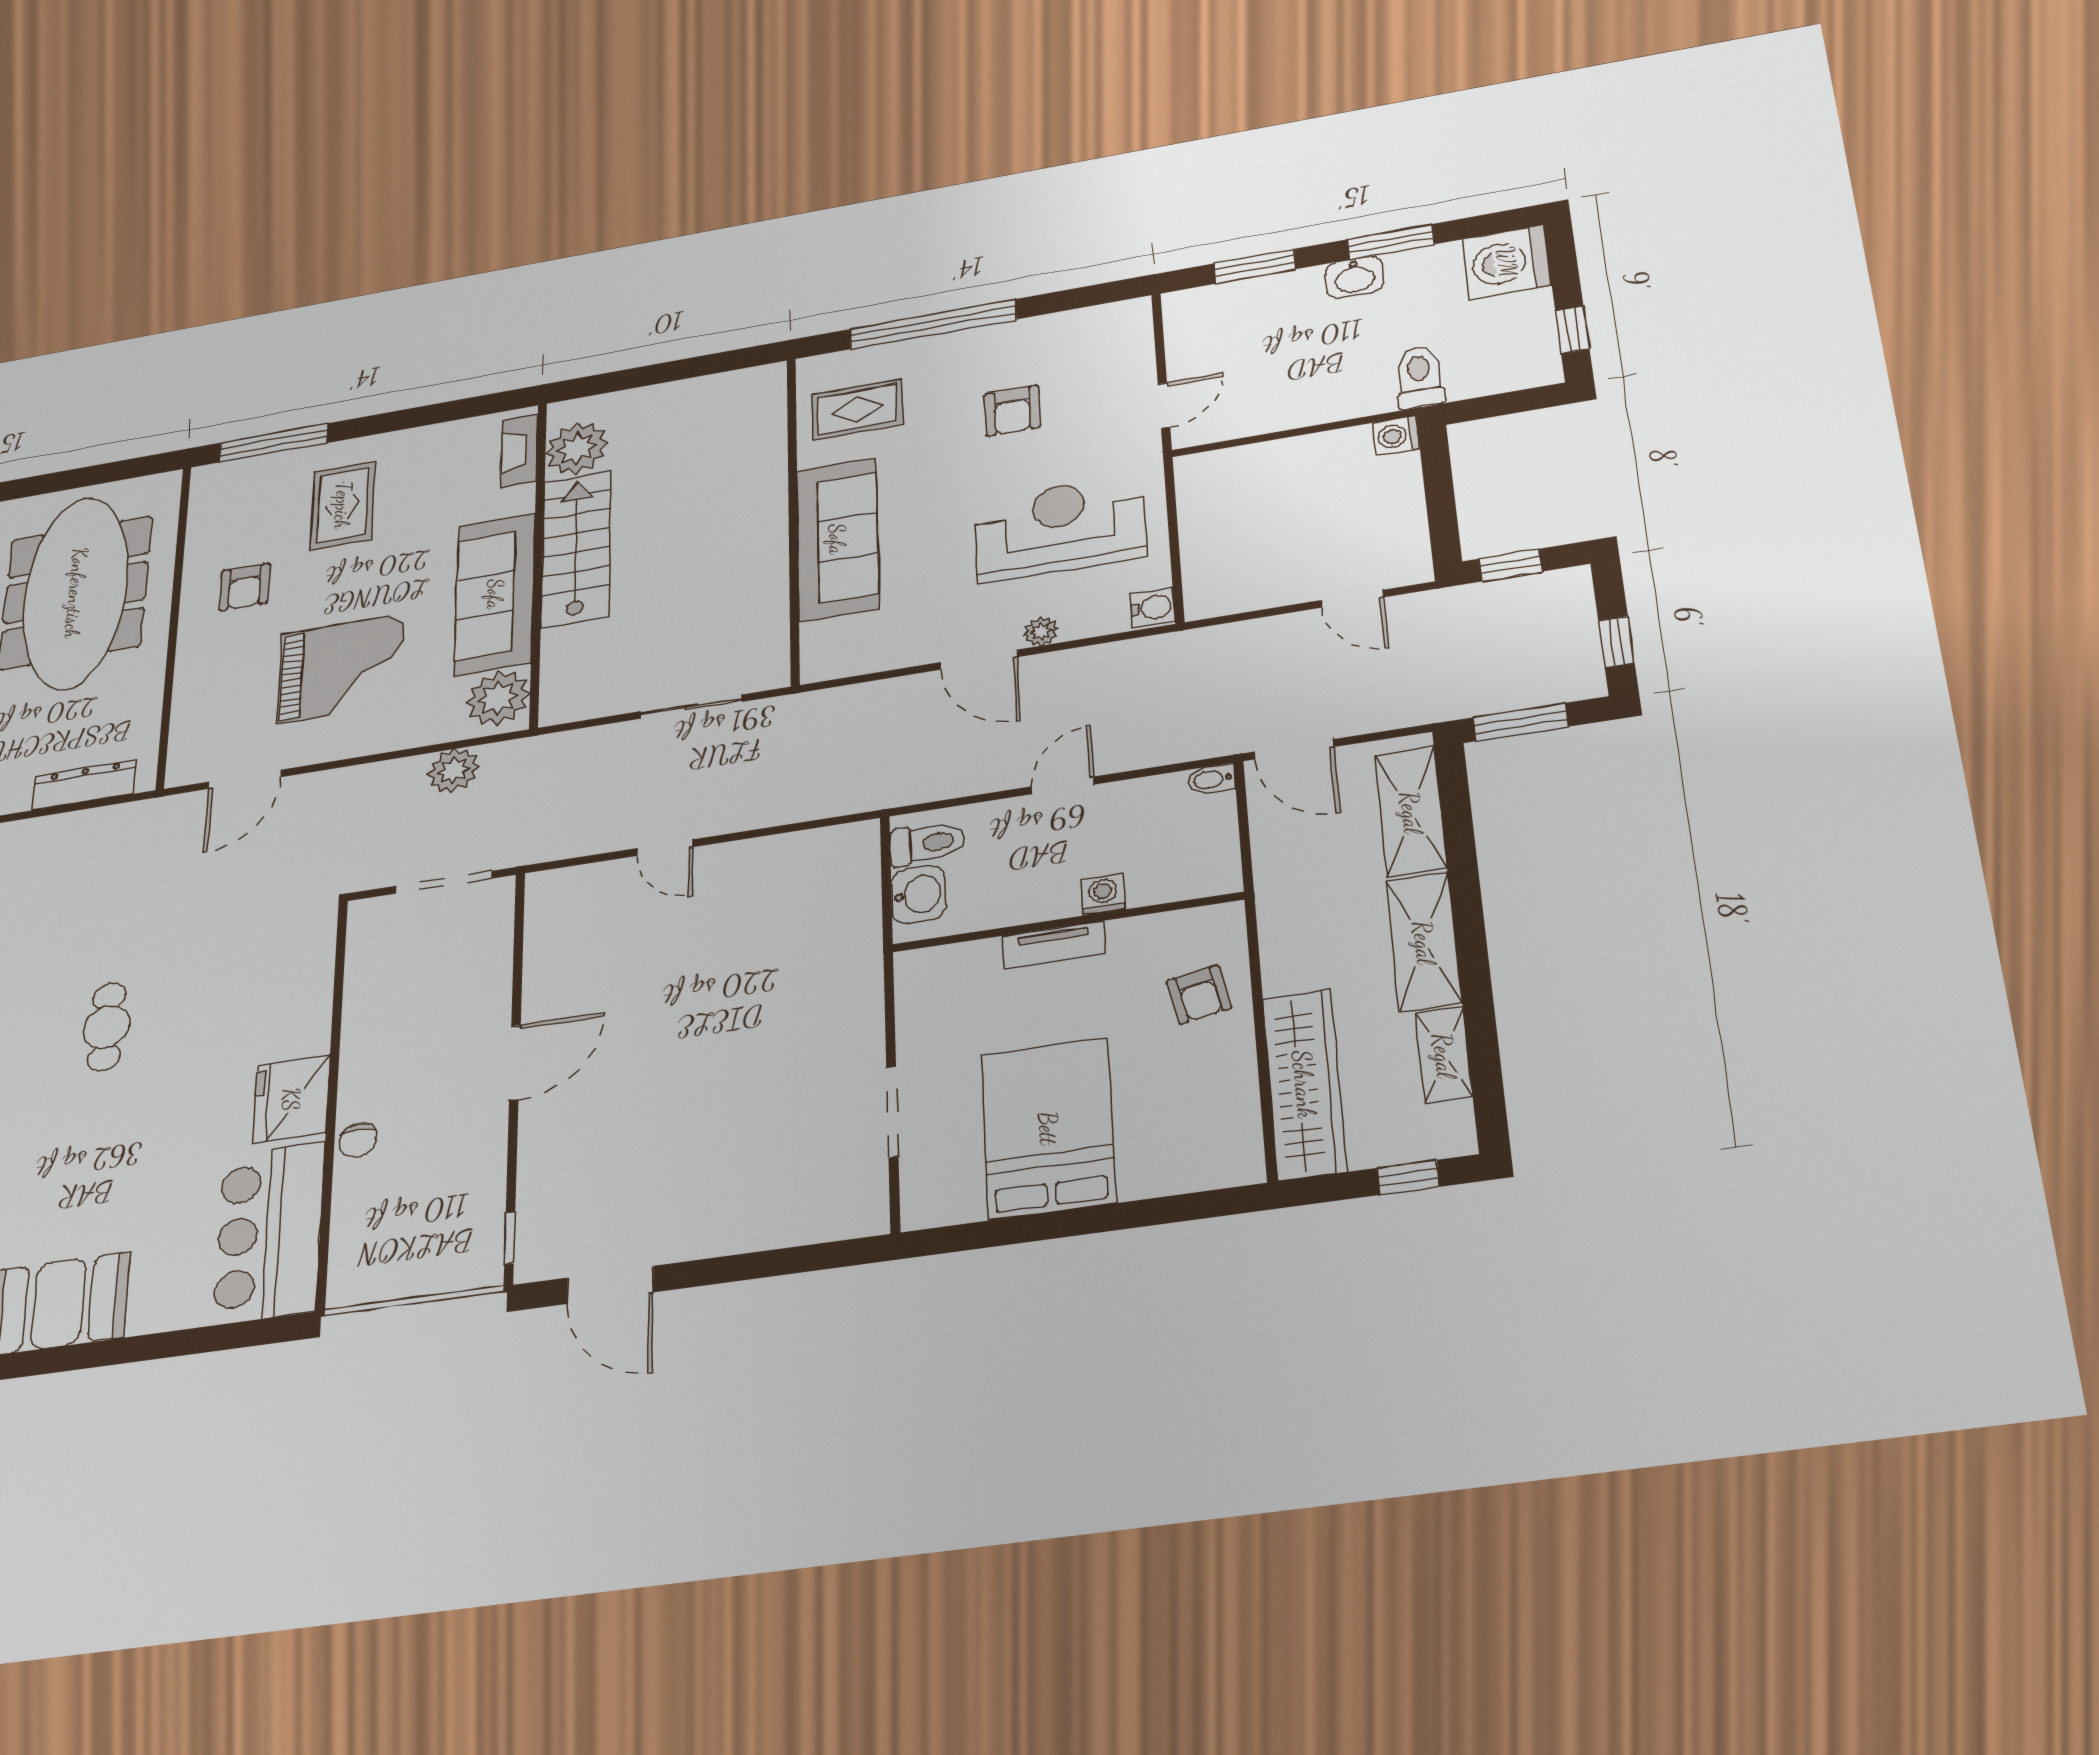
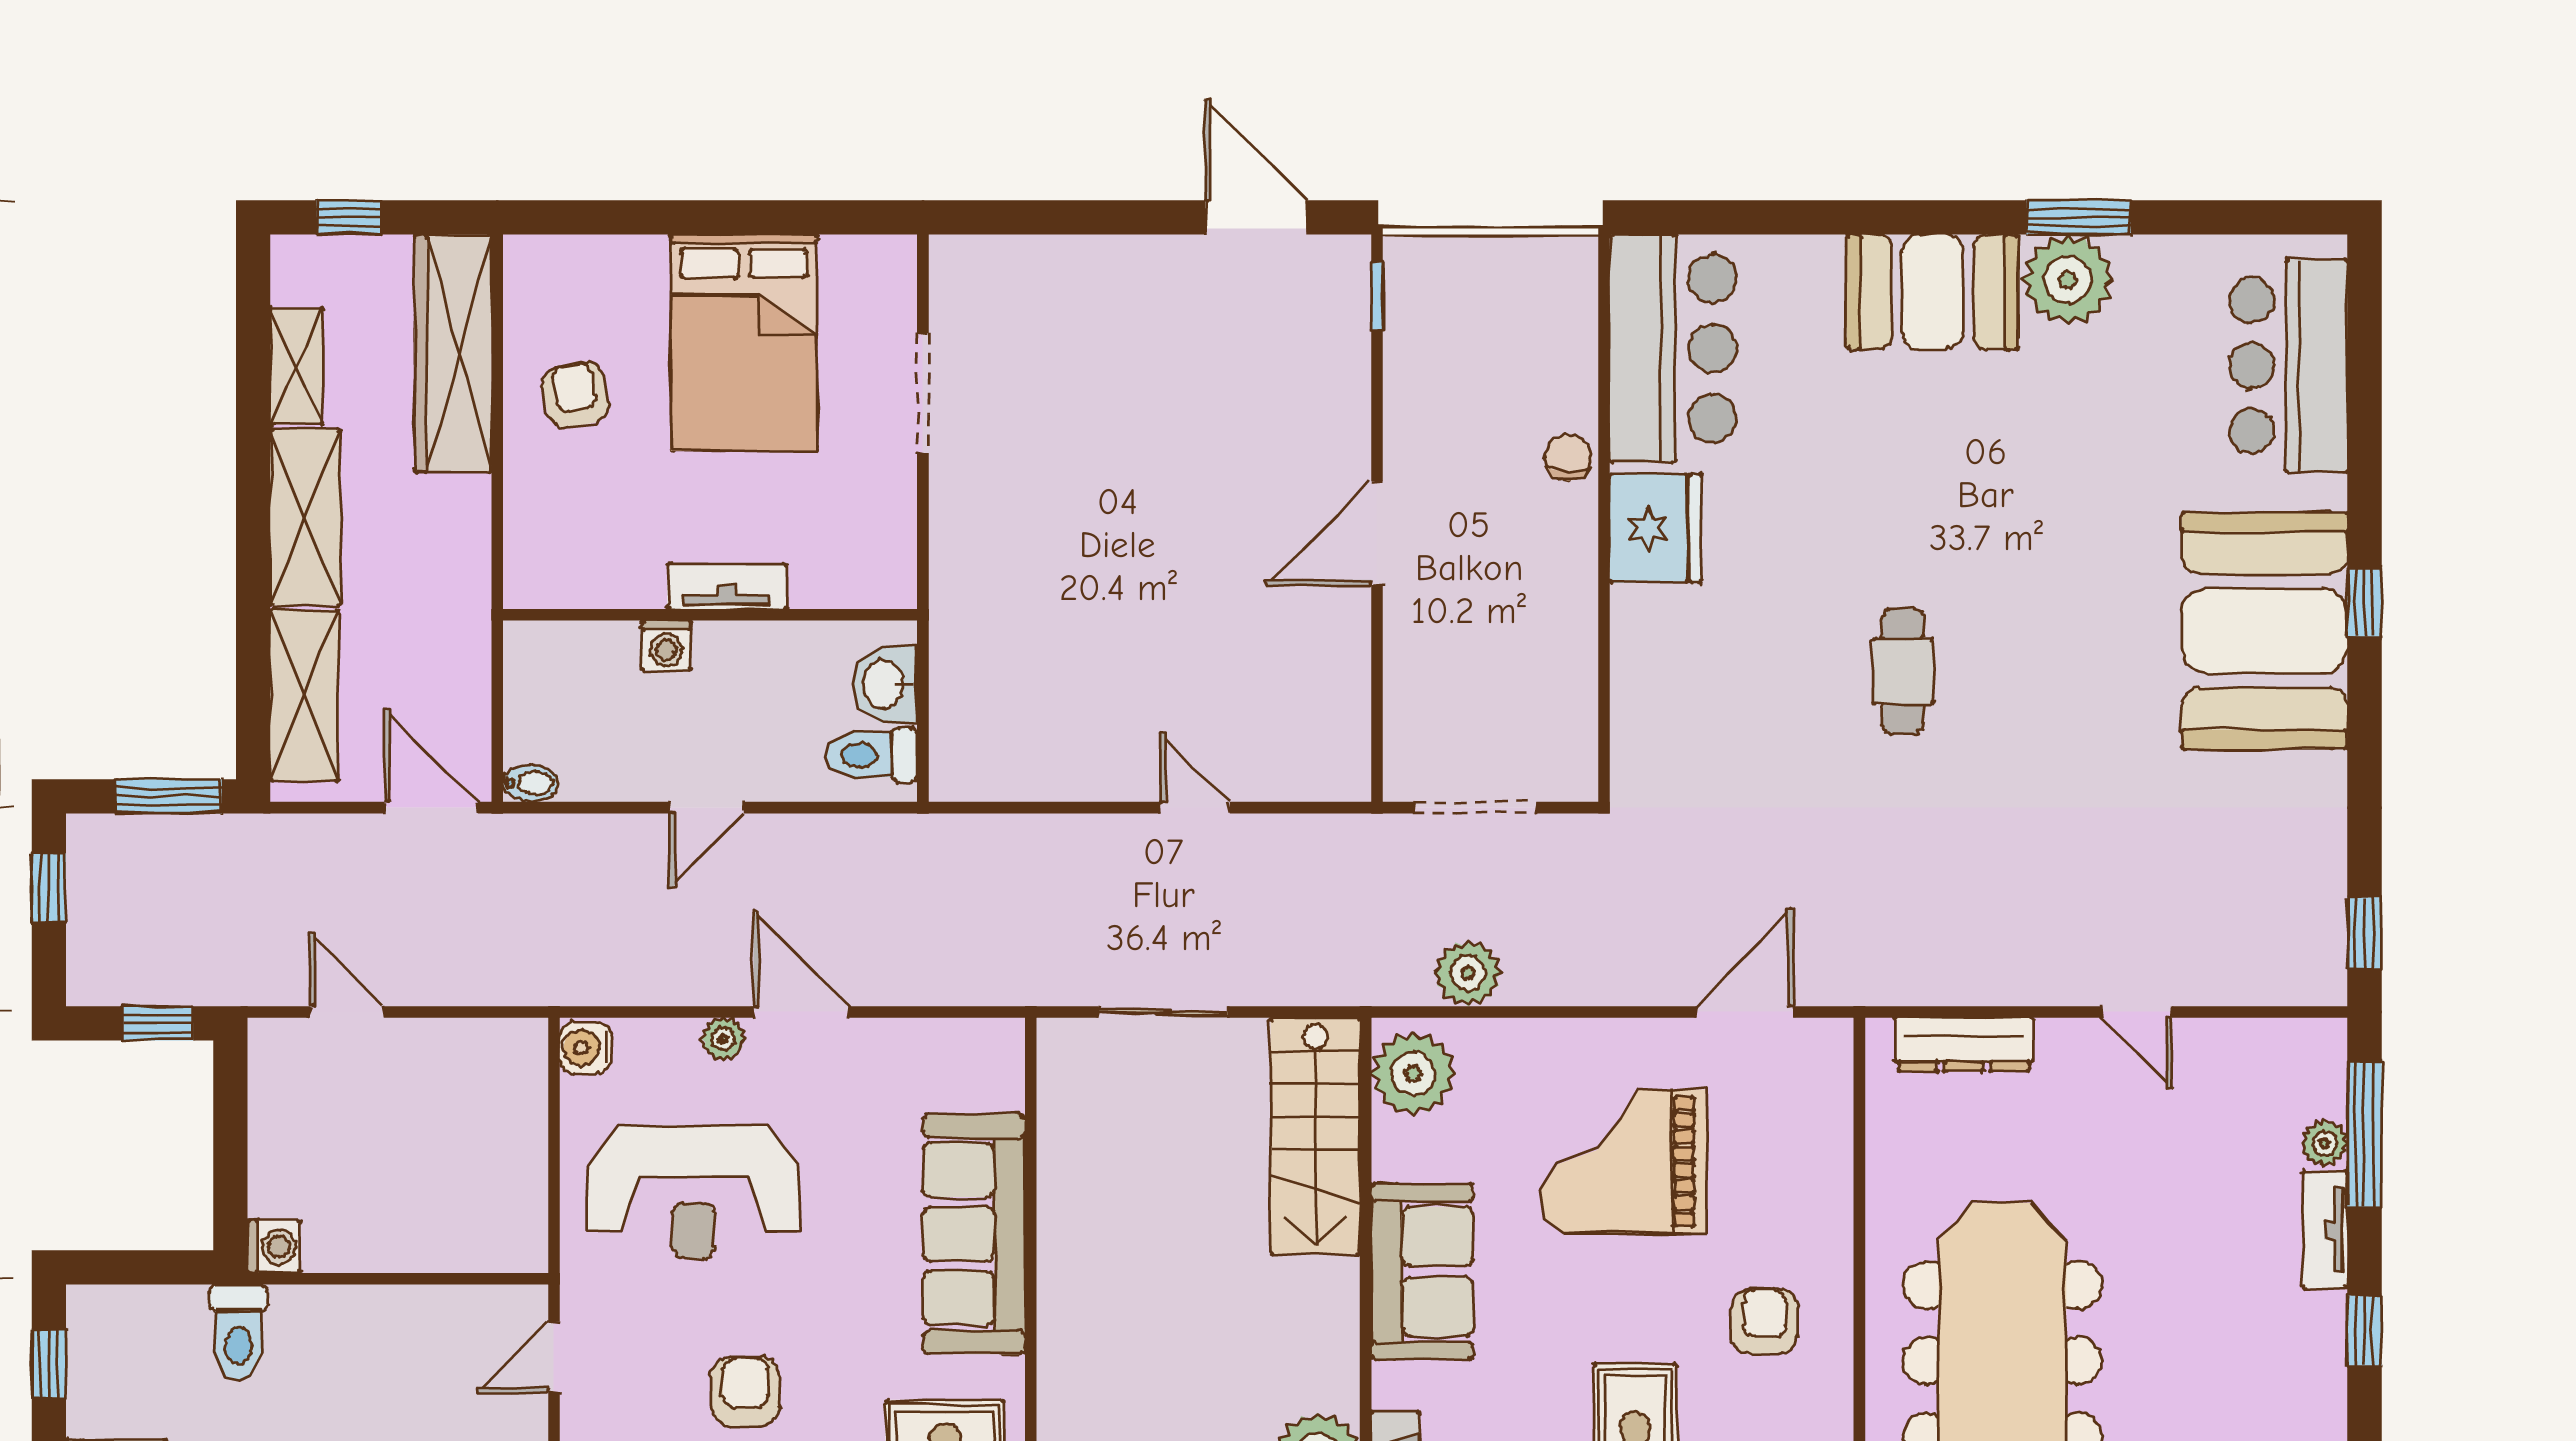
stairs: (576, 549) -> (1315, 1136), moved
sofa: (495, 594) -> (1422, 1272), width x0.73
armchair: (1199, 994) -> (576, 395), moved

